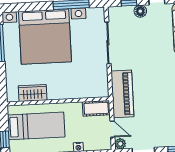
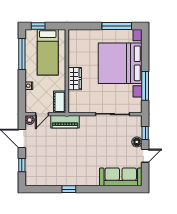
wardrobe: (33, 93) -> (75, 79), moved
piano: (122, 94) -> (65, 122), width x0.73, depth x0.75

